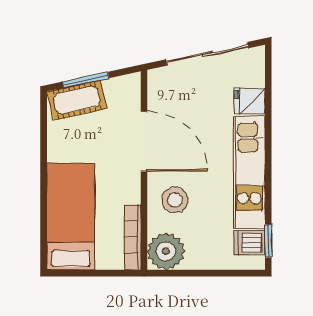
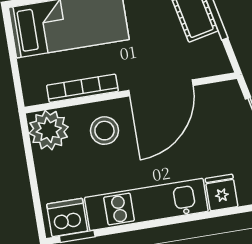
bookcase: (133, 237) -> (82, 88), moved
dishwasher: (249, 243) -> (67, 218), width x1.38

